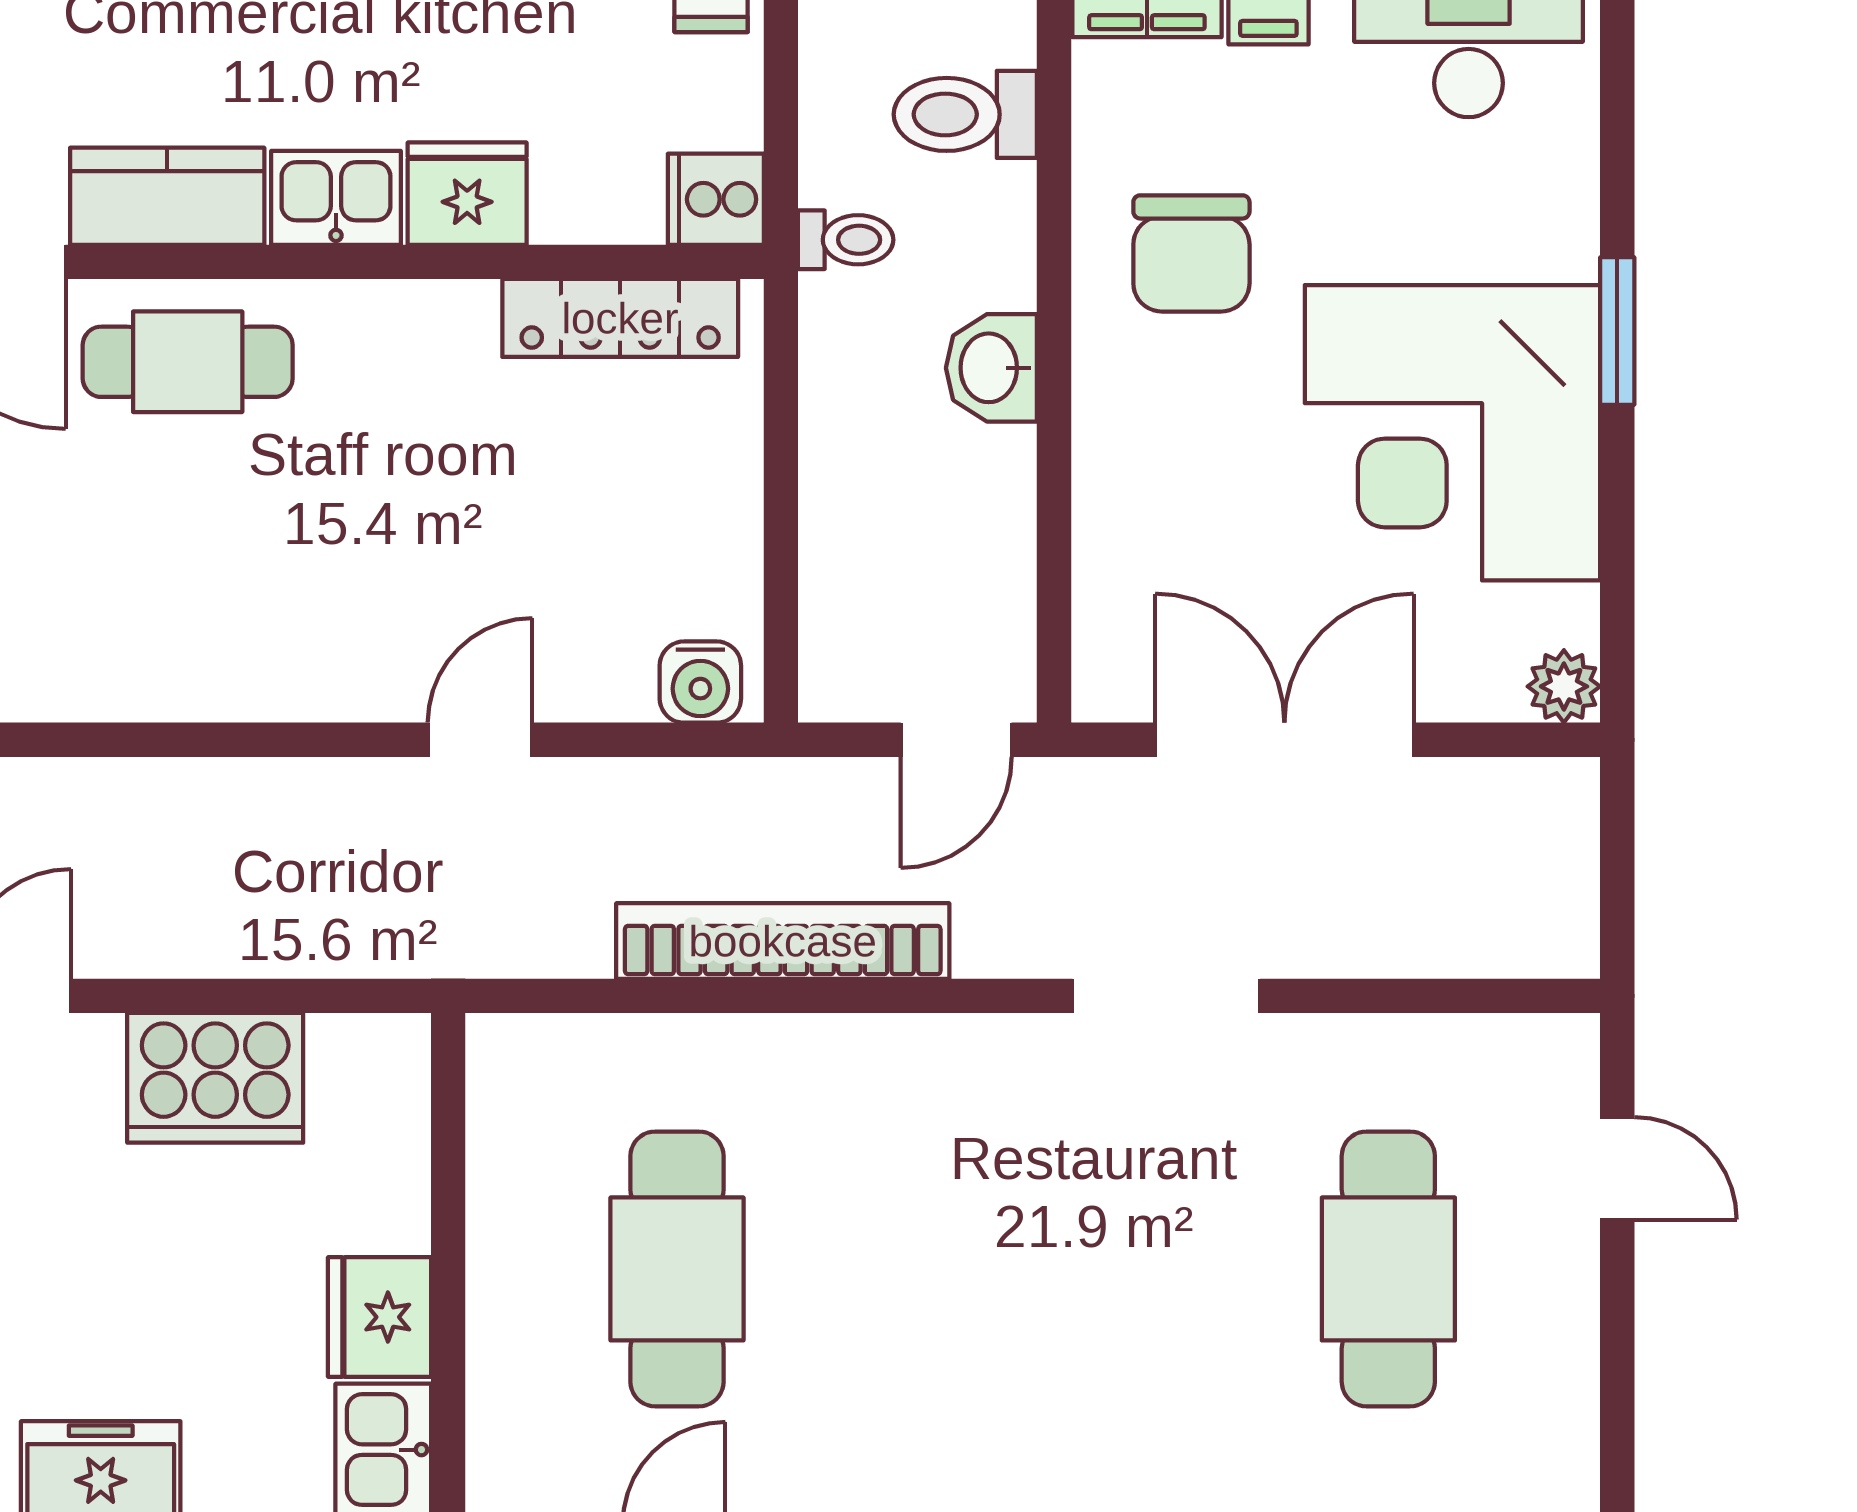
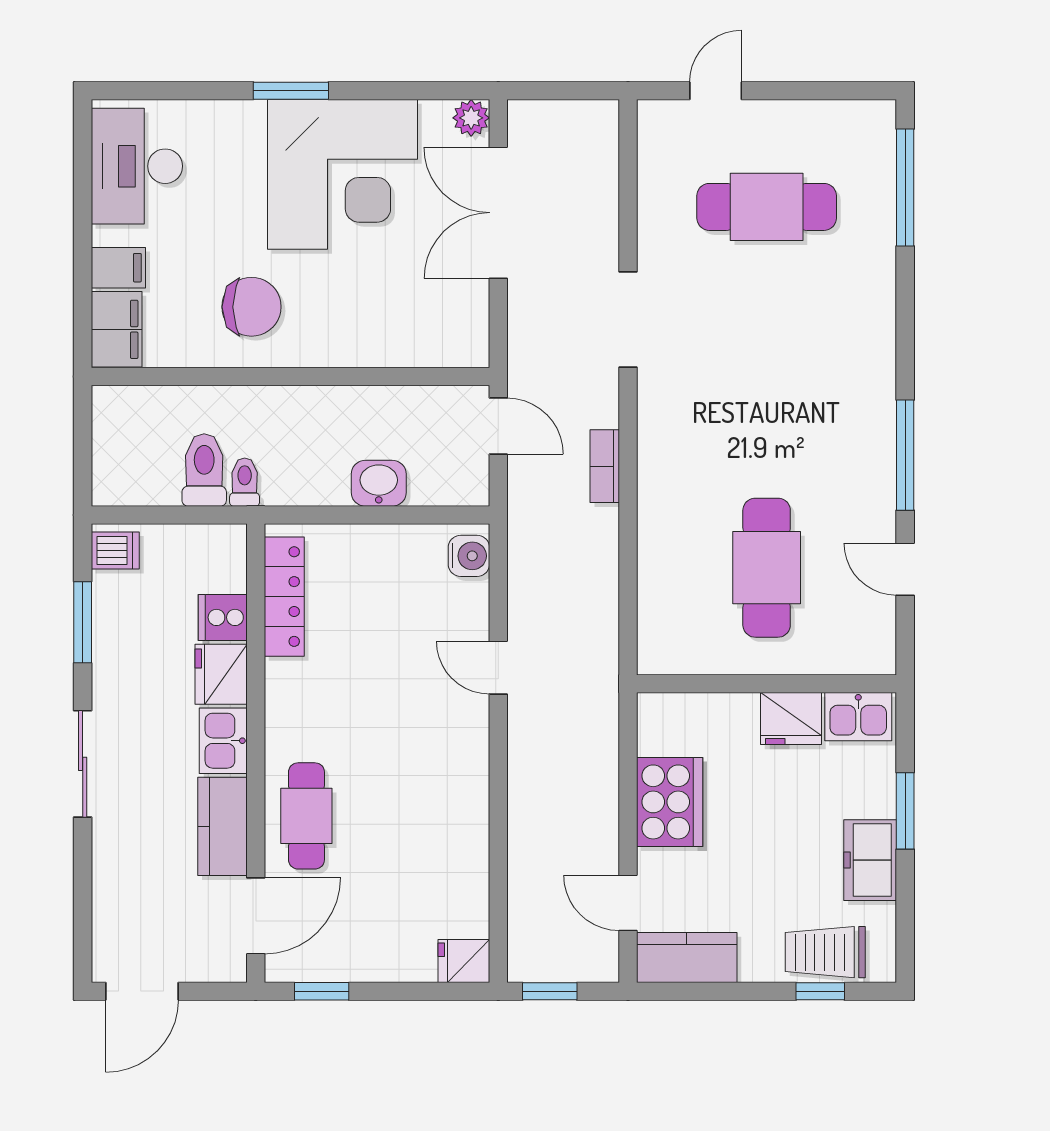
toilet: (965, 114) -> (204, 470), moved, turned 180
cooker: (716, 199) -> (223, 617), moved, turned 90
washbasin: (991, 368) -> (379, 483), moved, turned 180
double door: (1284, 740) -> (498, 213), moved
bookcase: (783, 941) -> (605, 466), width x0.43, depth x0.76
cafe table: (677, 1269) -> (767, 568), turned 90

